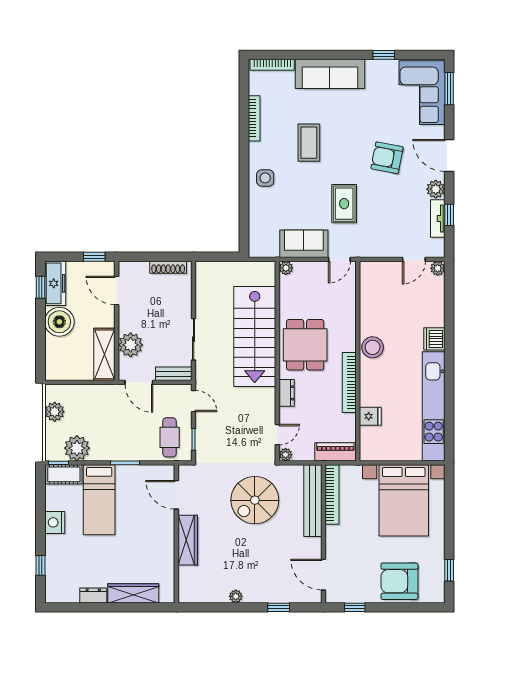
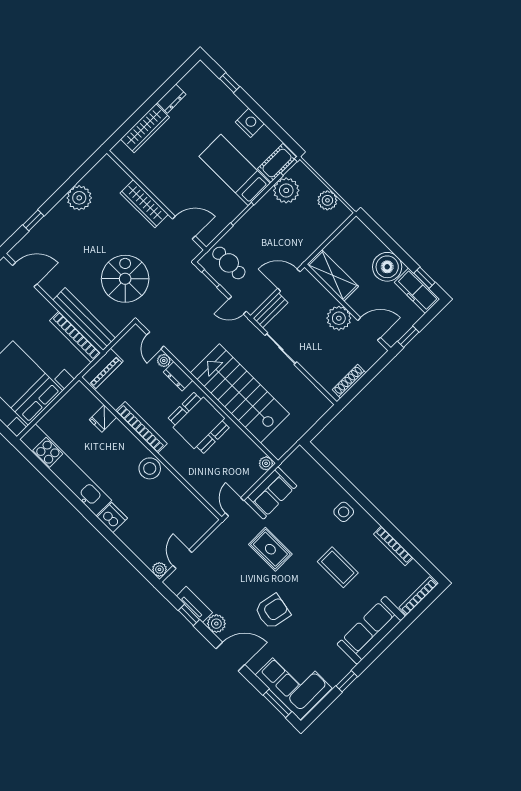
plant: (131, 345) -> (339, 318), moved
plant: (286, 455) -> (164, 360), moved
plant: (236, 596) -> (79, 198), width x1.88, depth x1.88

